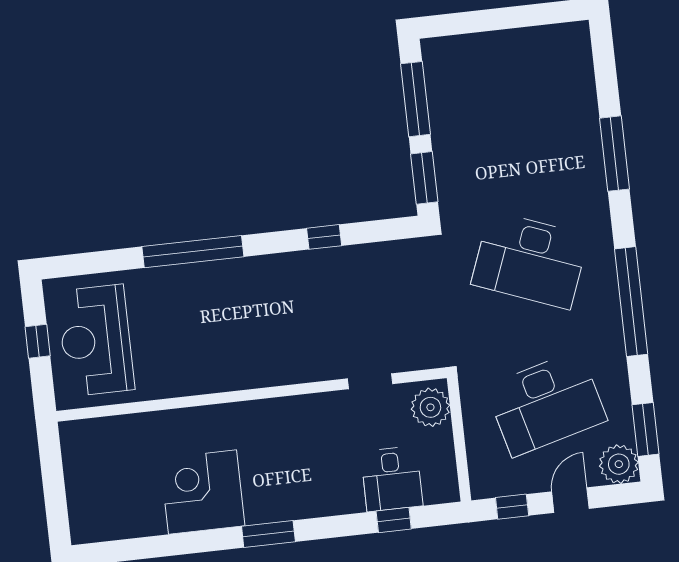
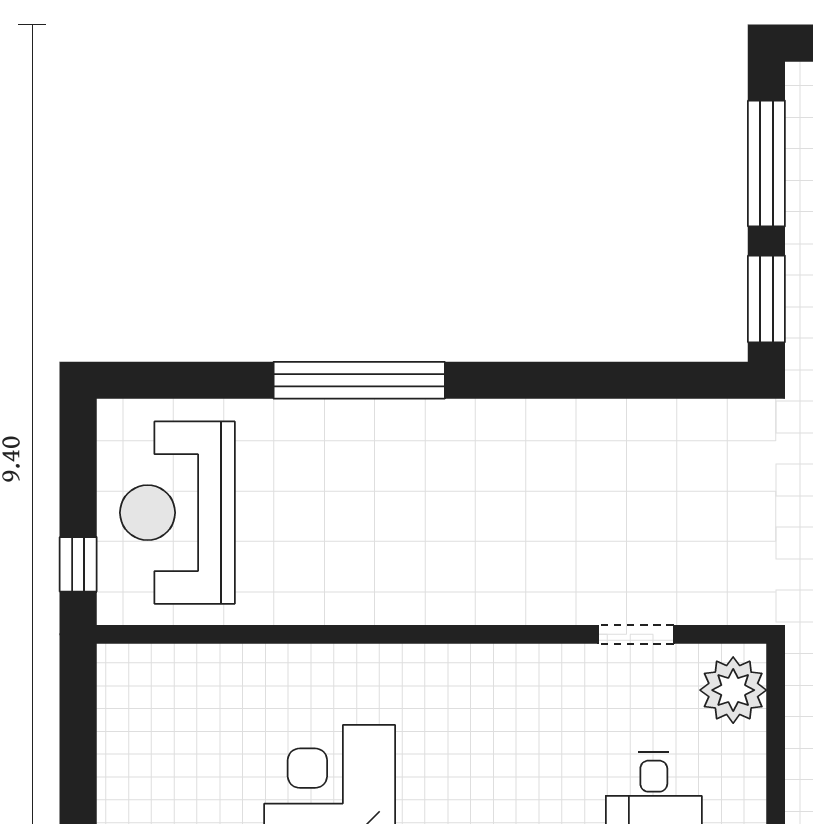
window: (324, 237) -> (585, 380), removed
window: (38, 341) -> (78, 564), moved

